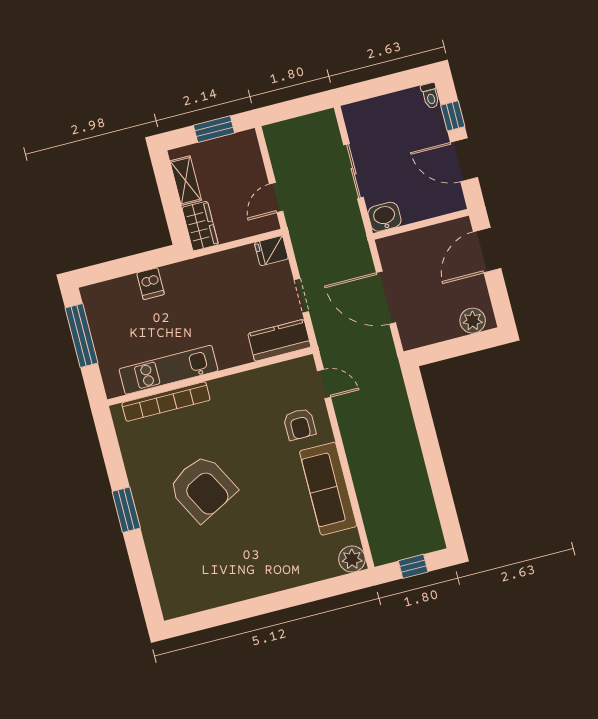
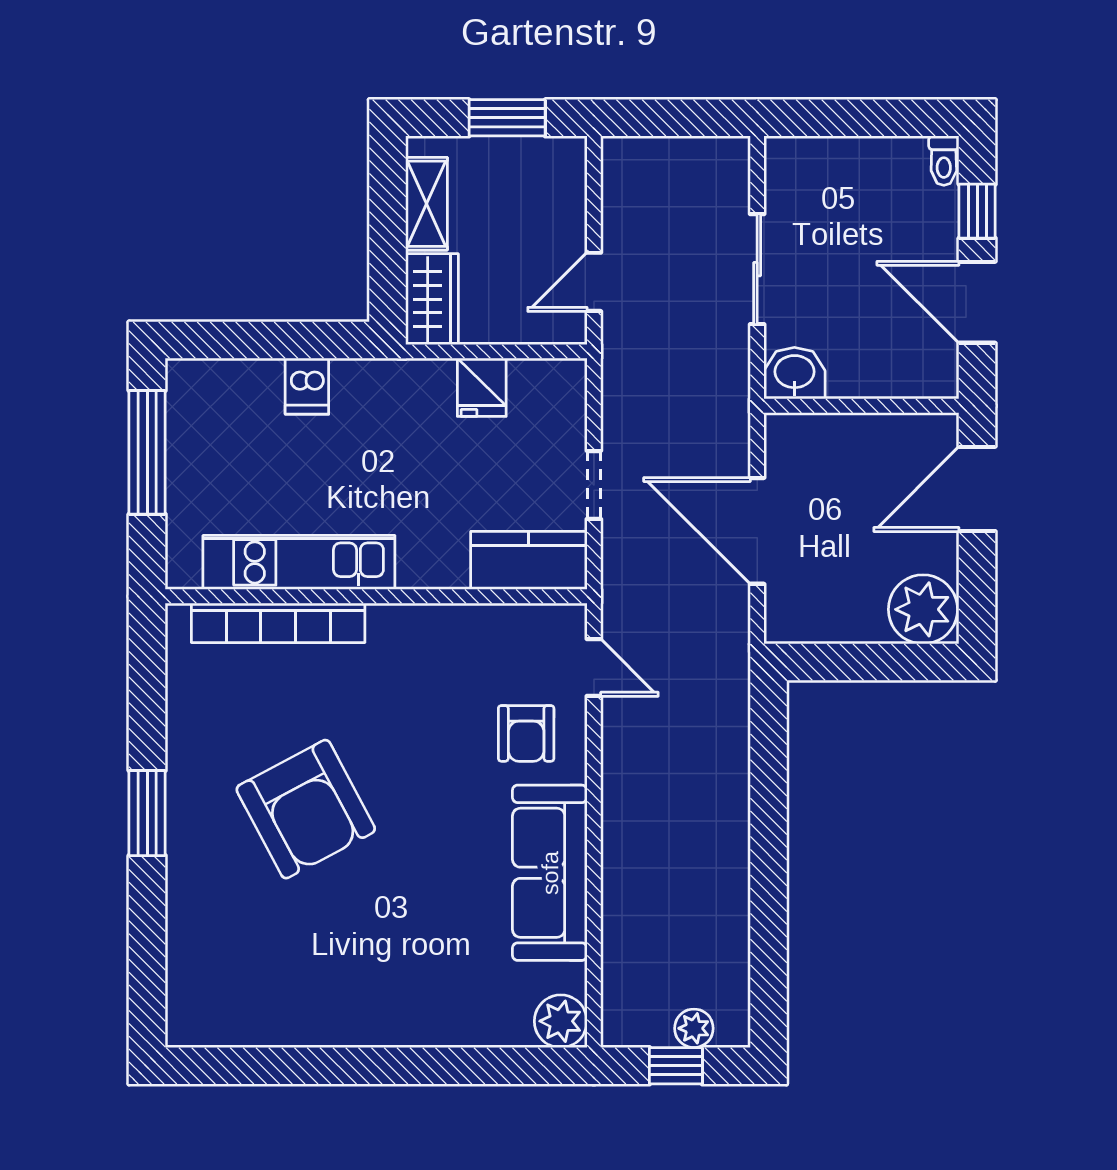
fridge: (271, 251) -> (482, 387), moved, turned -90
plant: (473, 321) -> (923, 609), width x1.36, depth x1.36
plant: (417, 546) -> (694, 1028), added

